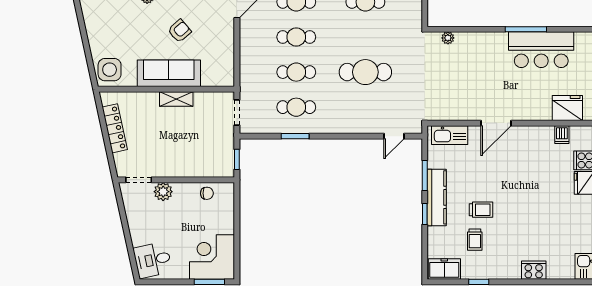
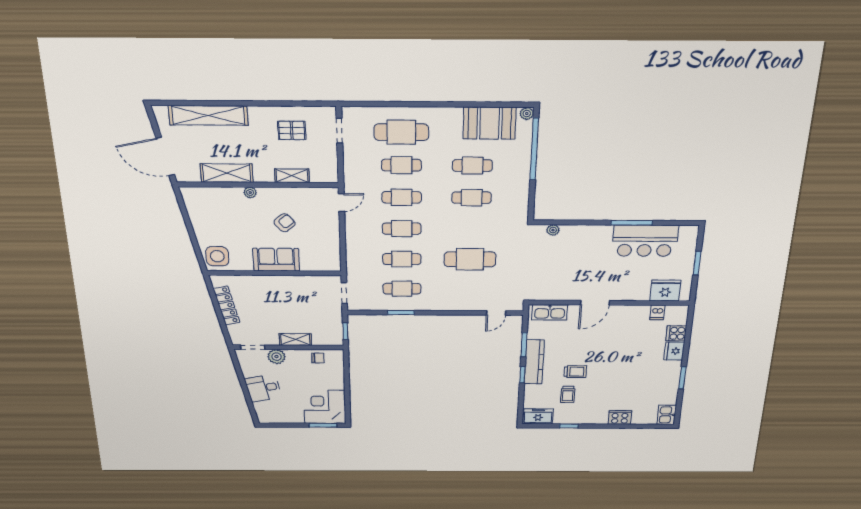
sofa: (169, 73) -> (276, 260), width x0.73
shelving: (176, 99) -> (295, 339), moved
desk: (153, 260) -> (263, 388), moved

